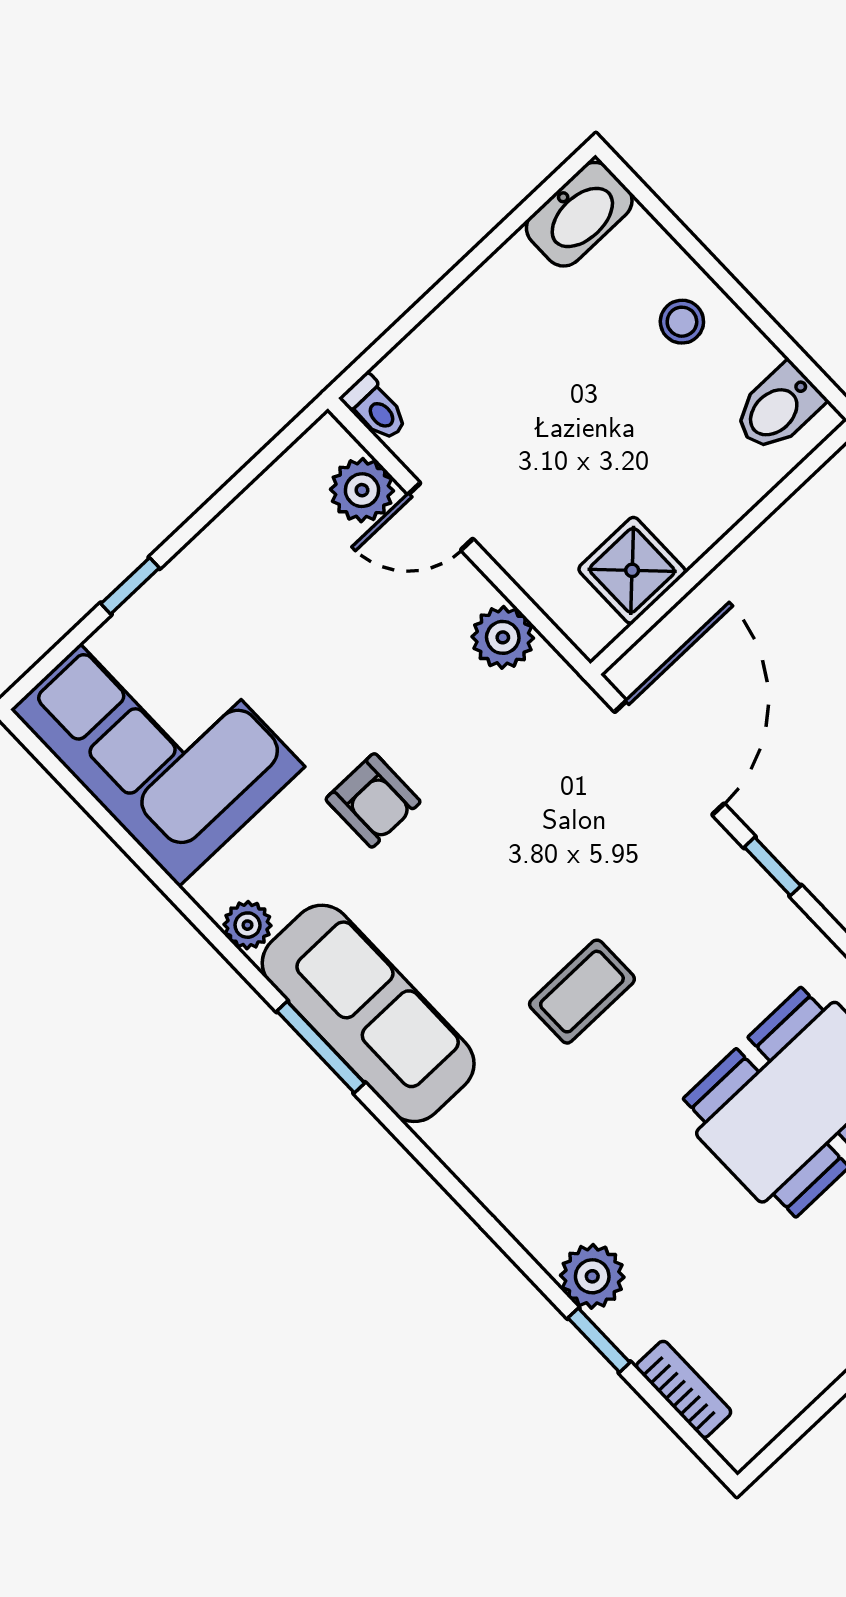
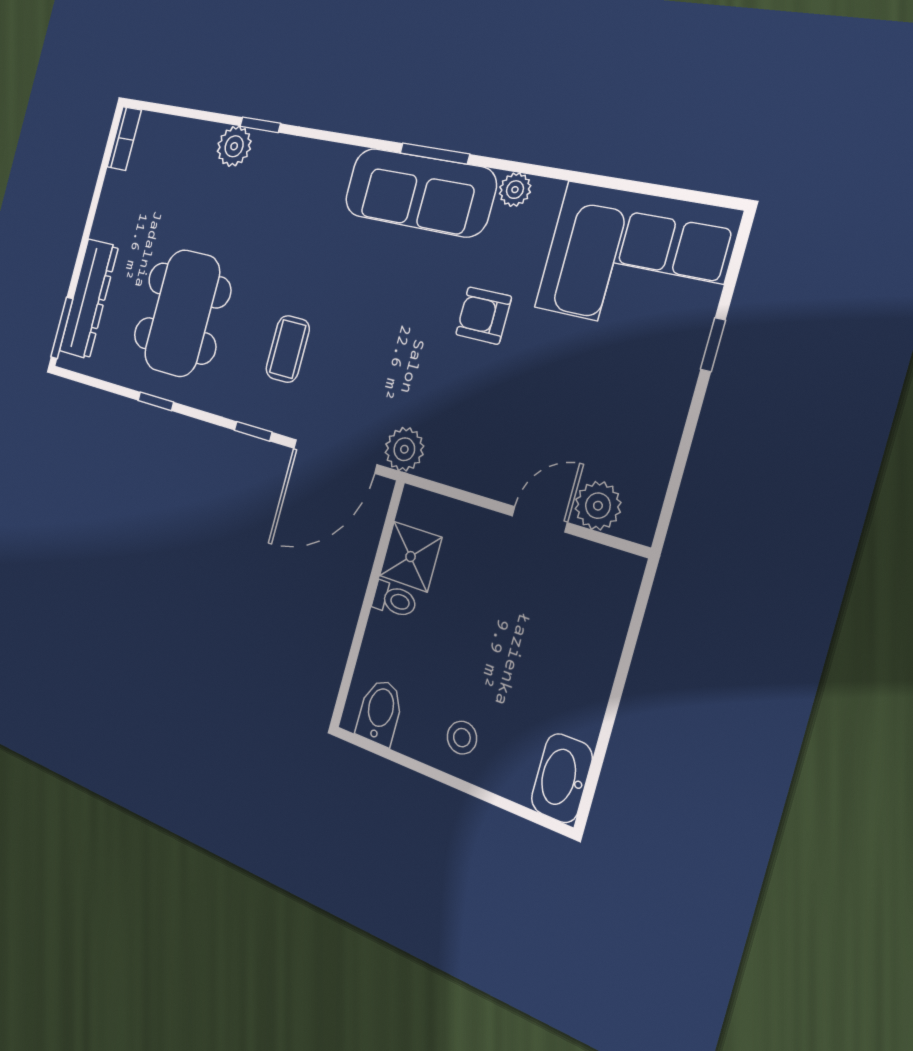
toilet: (375, 408) -> (394, 600), moved, turned 180
plant: (503, 637) -> (404, 449), moved
door: (669, 758) -> (335, 456), hinge flipped
coffee table: (582, 992) -> (288, 349), moved
window: (599, 1340) -> (260, 125), moved
bookcase: (683, 1389) -> (124, 139), moved, turned -90

